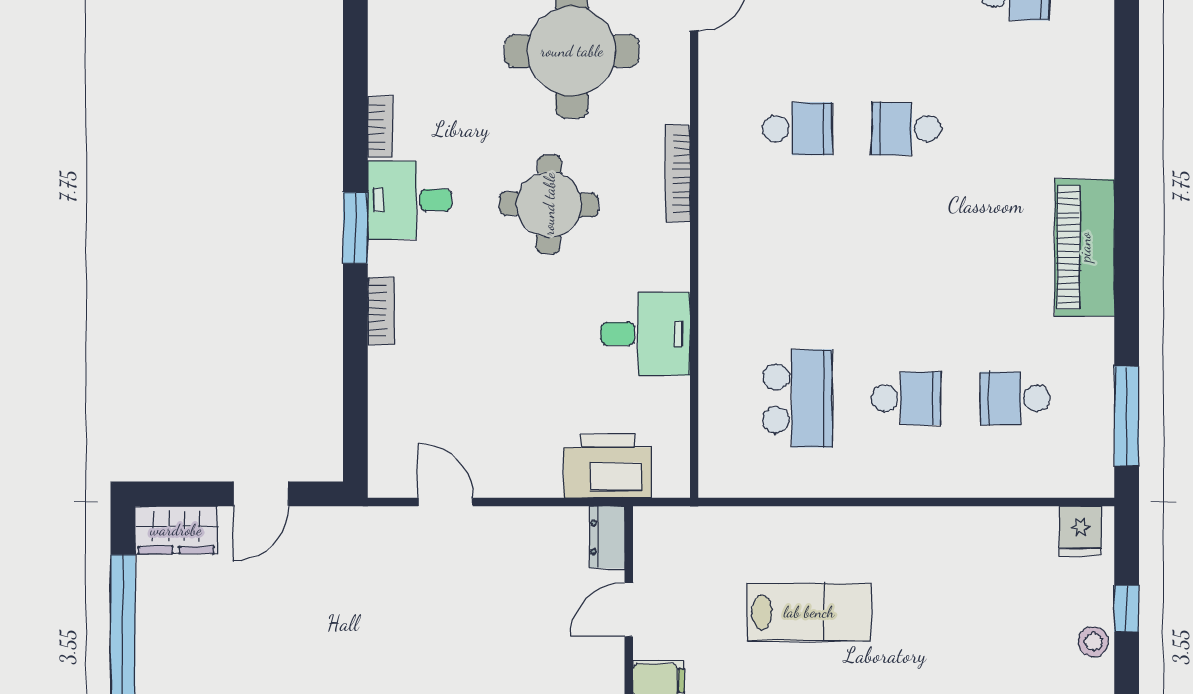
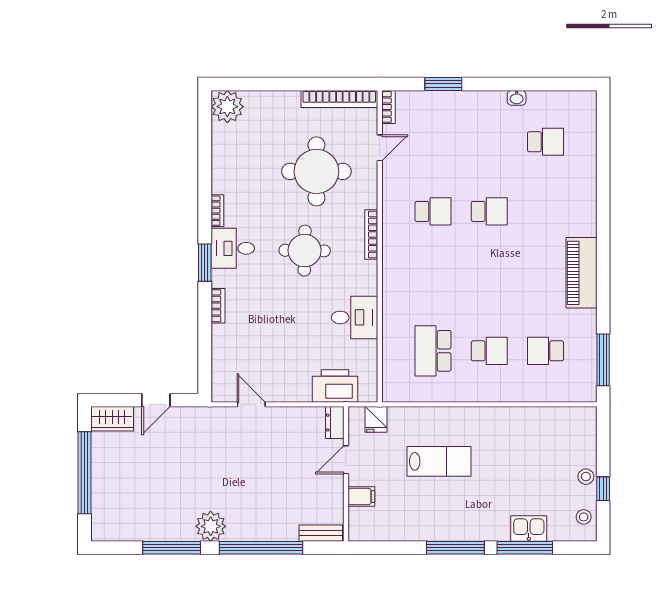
school desk: (906, 129) -> (489, 211), turned 180
school desk: (797, 398) -> (433, 351), turned 180
fridge: (1080, 531) -> (376, 419), moved
window: (1127, 609) -> (603, 489), moved

